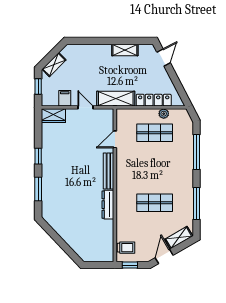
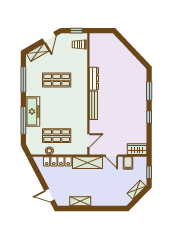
door: (164, 58) -> (50, 195), hinge flipped
door: (115, 139) -> (88, 141), moved
freezer: (185, 163) -> (33, 111), added

